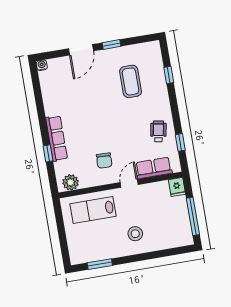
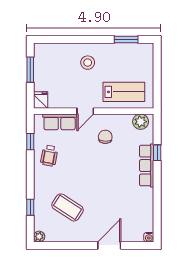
window: (112, 44) -> (79, 245), removed
plant: (154, 47) -> (39, 237), added
coffee table: (131, 81) -> (67, 207), turned -57
window: (193, 216) -> (30, 70), width x0.69

